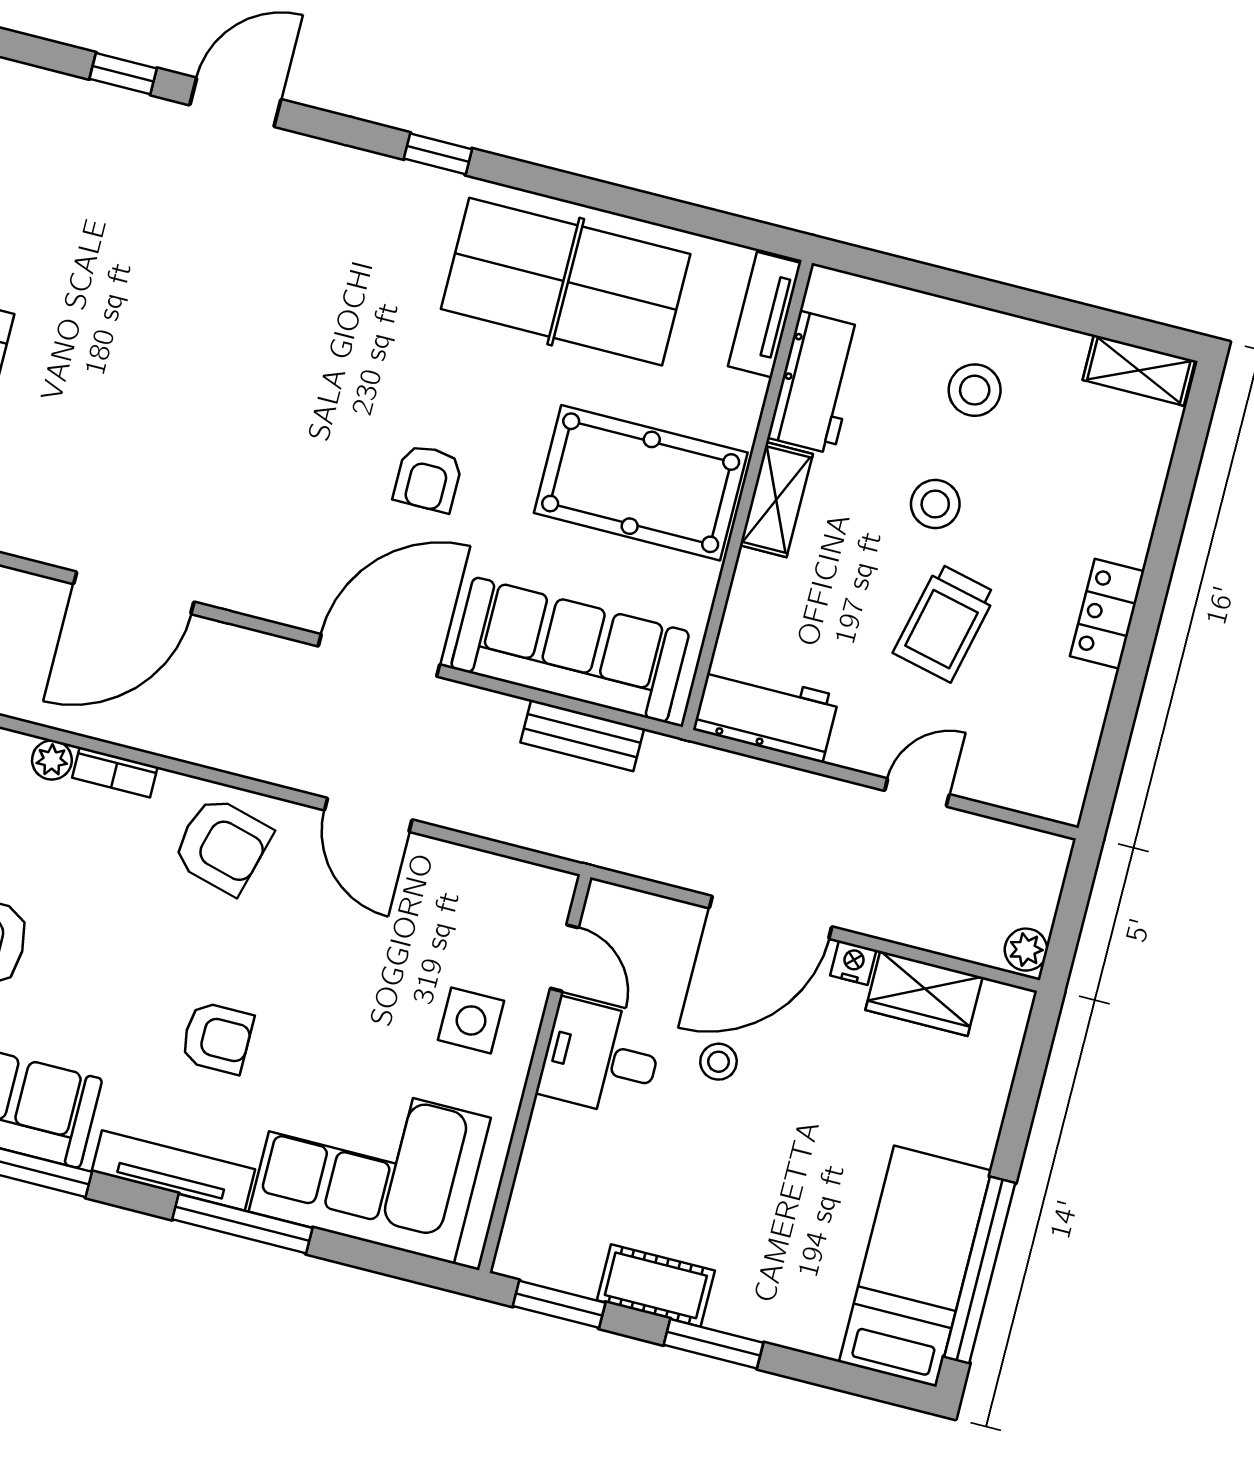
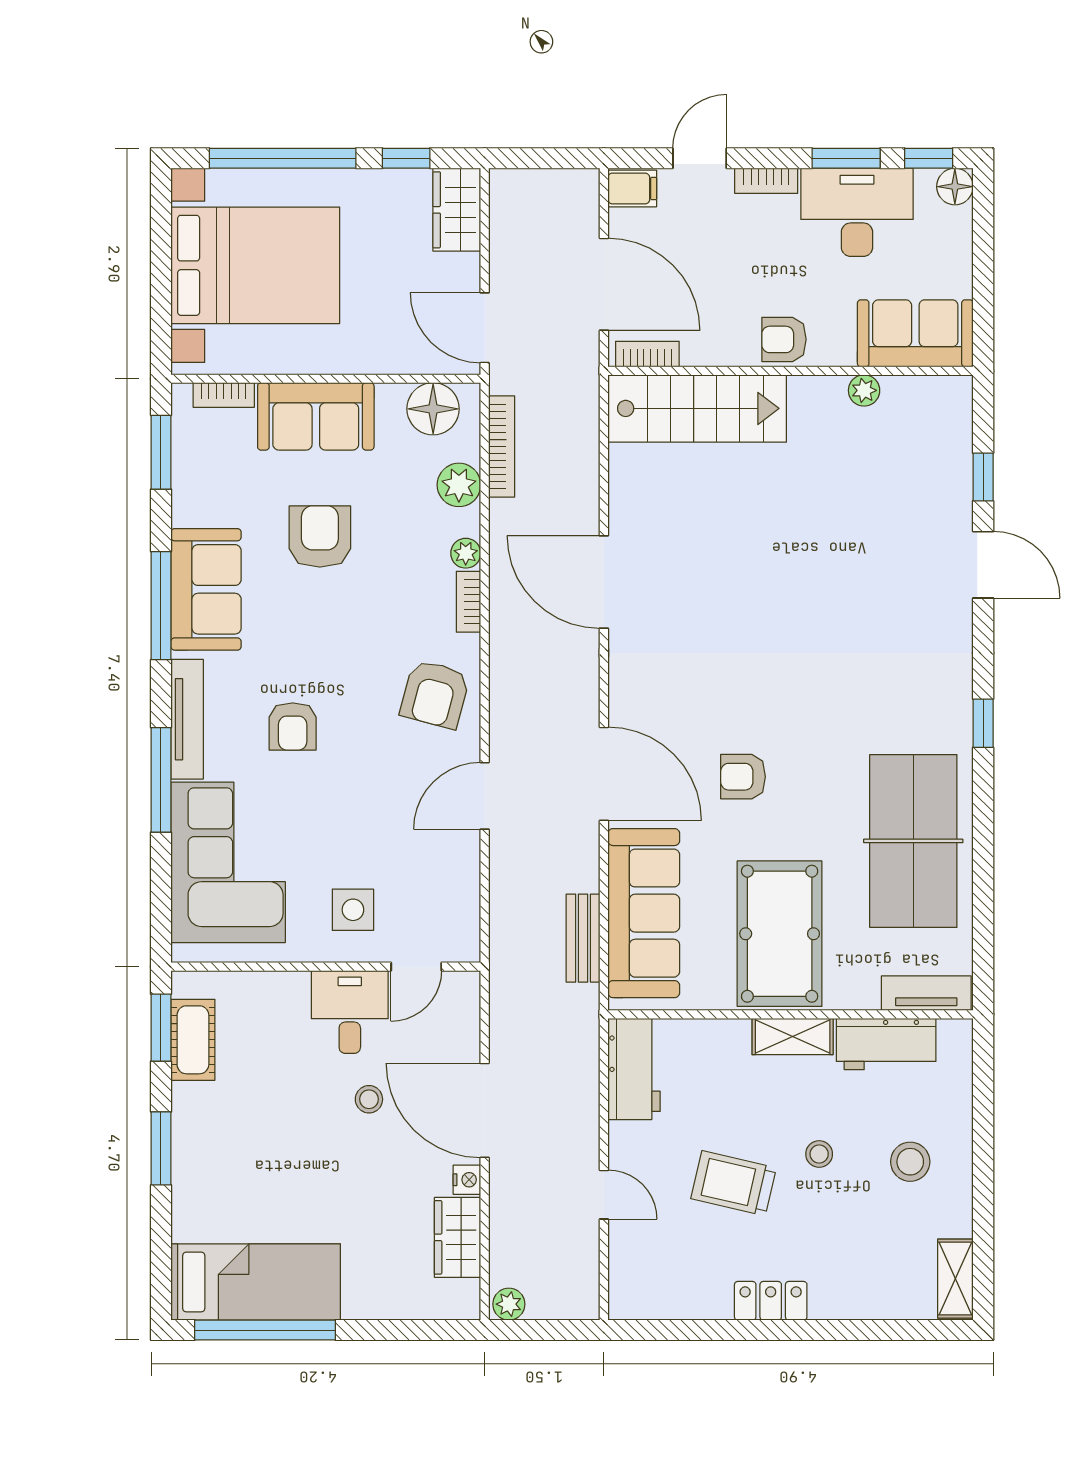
stool: (935, 504) -> (819, 1154), width x0.73, depth x0.73
cot: (656, 1285) -> (193, 1040), moved

